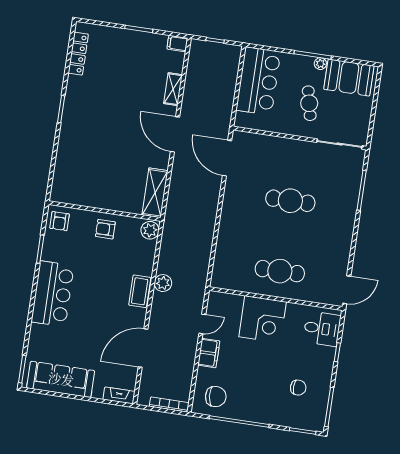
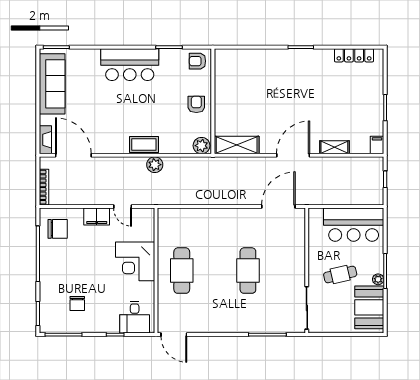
door: (143, 348) -> (73, 155), moved
chair: (216, 397) -> (58, 229), turned -85

